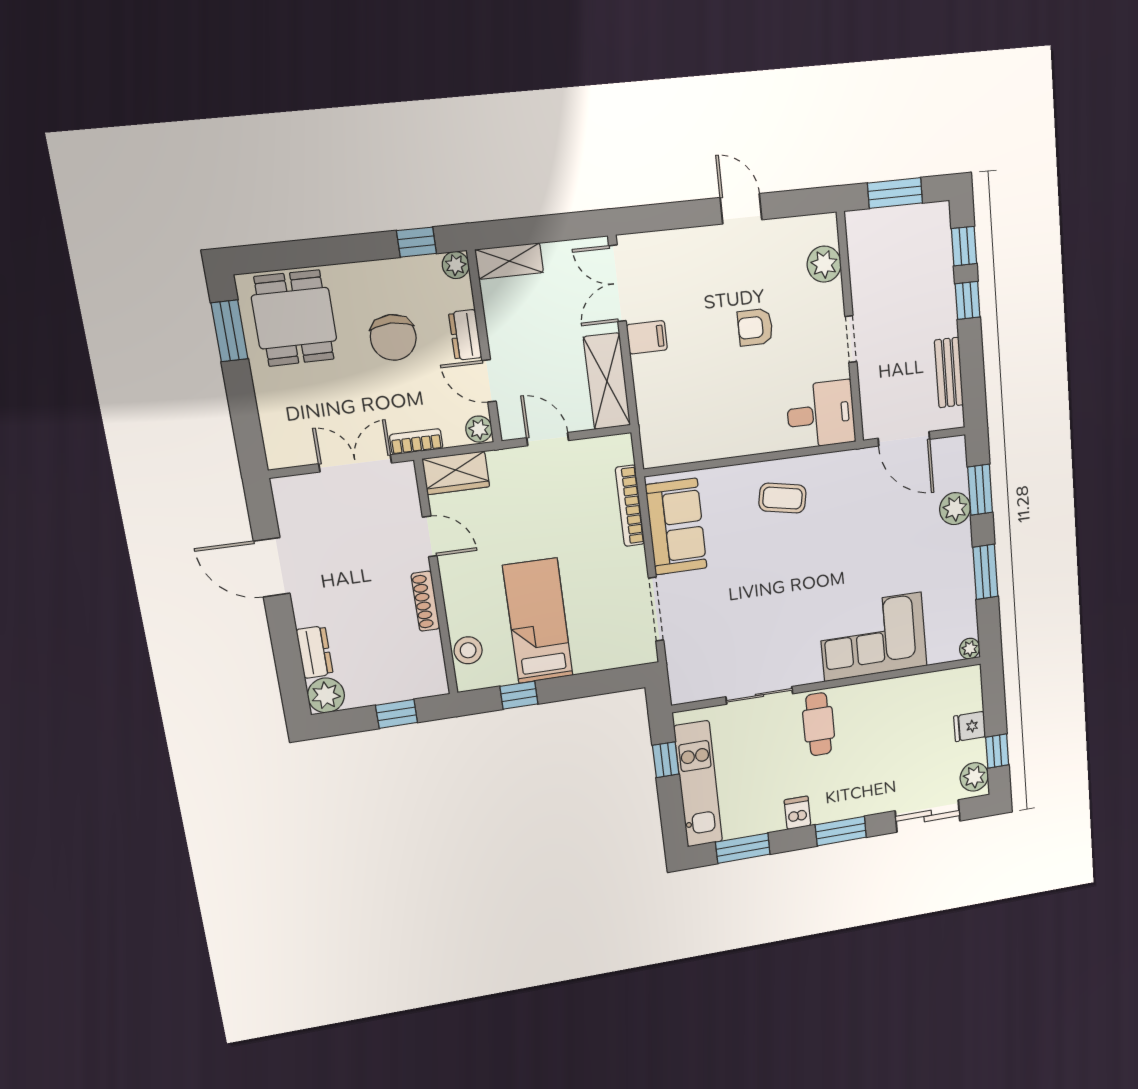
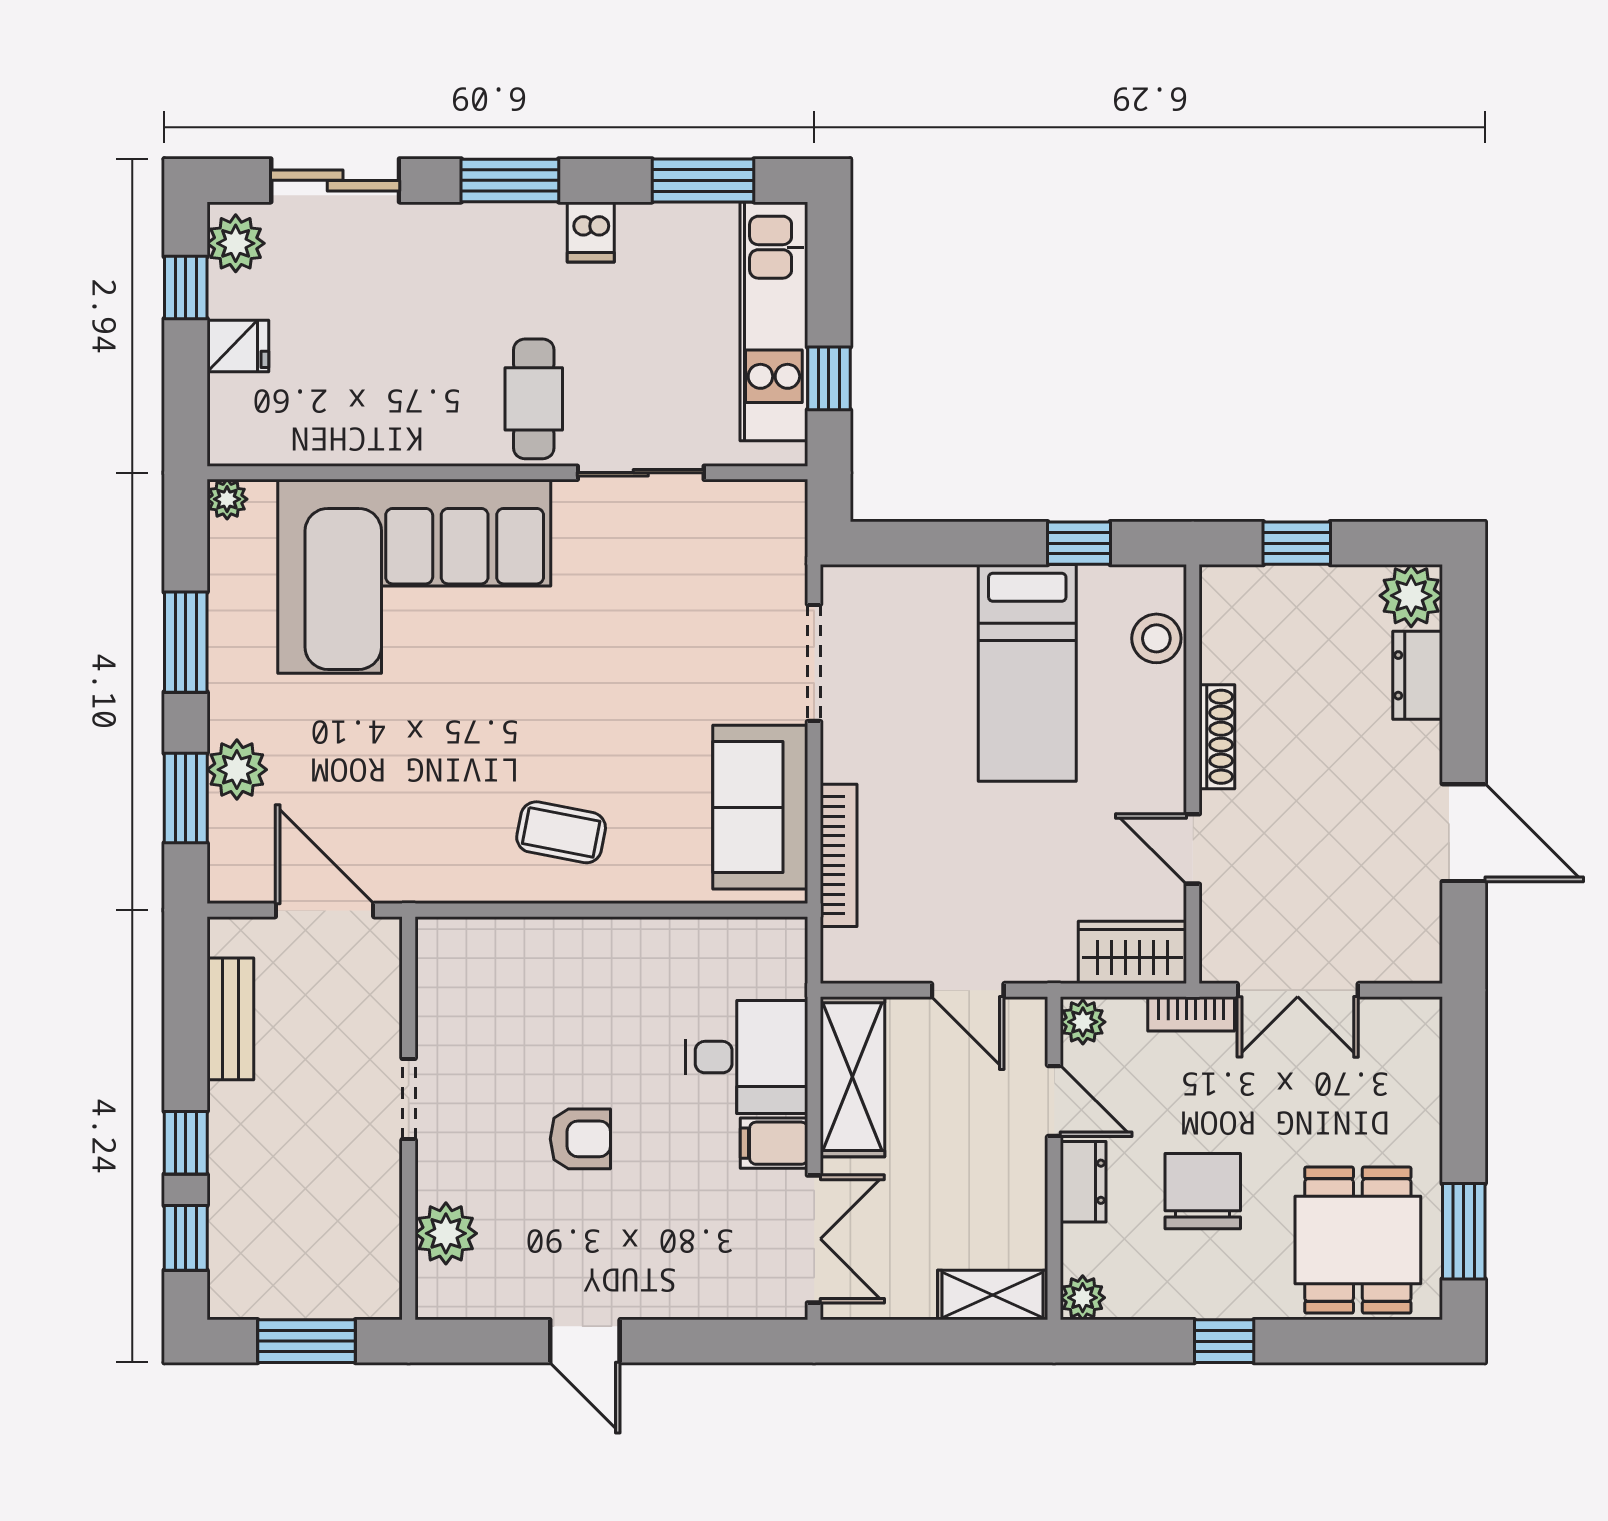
window: (416, 242) -> (1224, 1341), moved
desk: (821, 414) -> (747, 1057), moved, turned 180
corner sofa: (873, 637) -> (414, 576), width x1.36, depth x1.36

